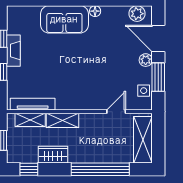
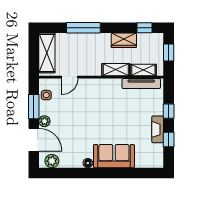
window: (100, 169) -> (83, 28), width x0.68

